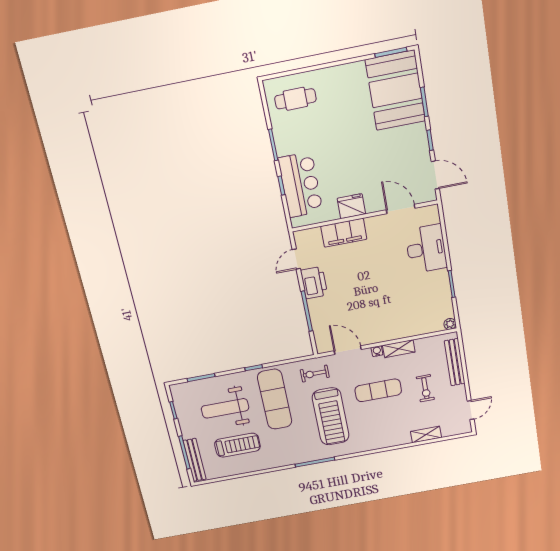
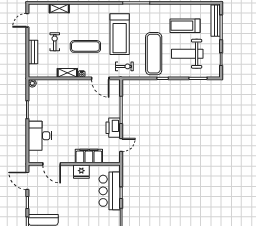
bench: (455, 362) -> (33, 52), width x0.73
weight bench: (225, 408) -> (187, 54), turned 180
treadmill: (331, 416) -> (120, 34), turned 180

